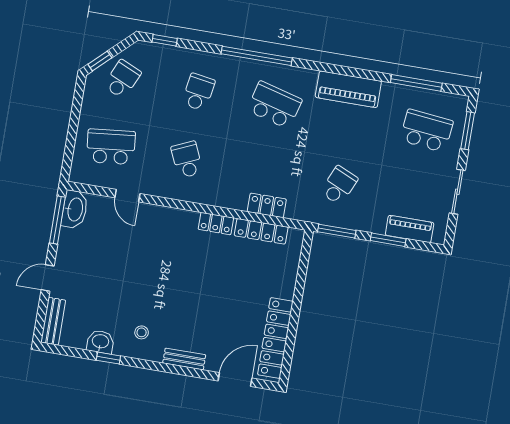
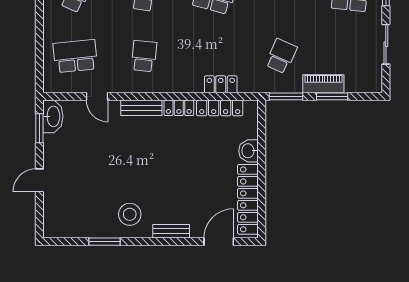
school desk: (187, 160) -> (144, 56), turned 30
window: (57, 220) -> (39, 128), width x0.69
piano: (410, 229) -> (323, 84), moved
bench: (53, 321) -> (141, 108), moved, turned 90
stool: (142, 332) -> (130, 214), width x1.89, depth x1.89
washbasin: (100, 342) -> (249, 151), moved, turned -90
window: (108, 358) -> (105, 242), width x1.50

